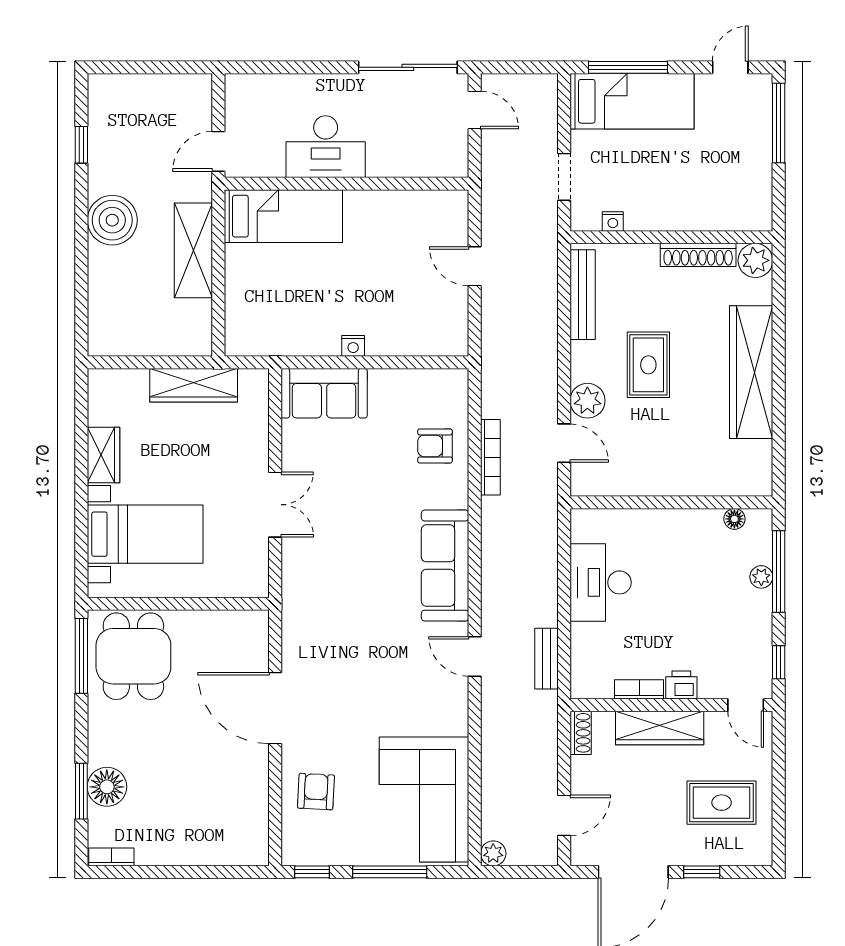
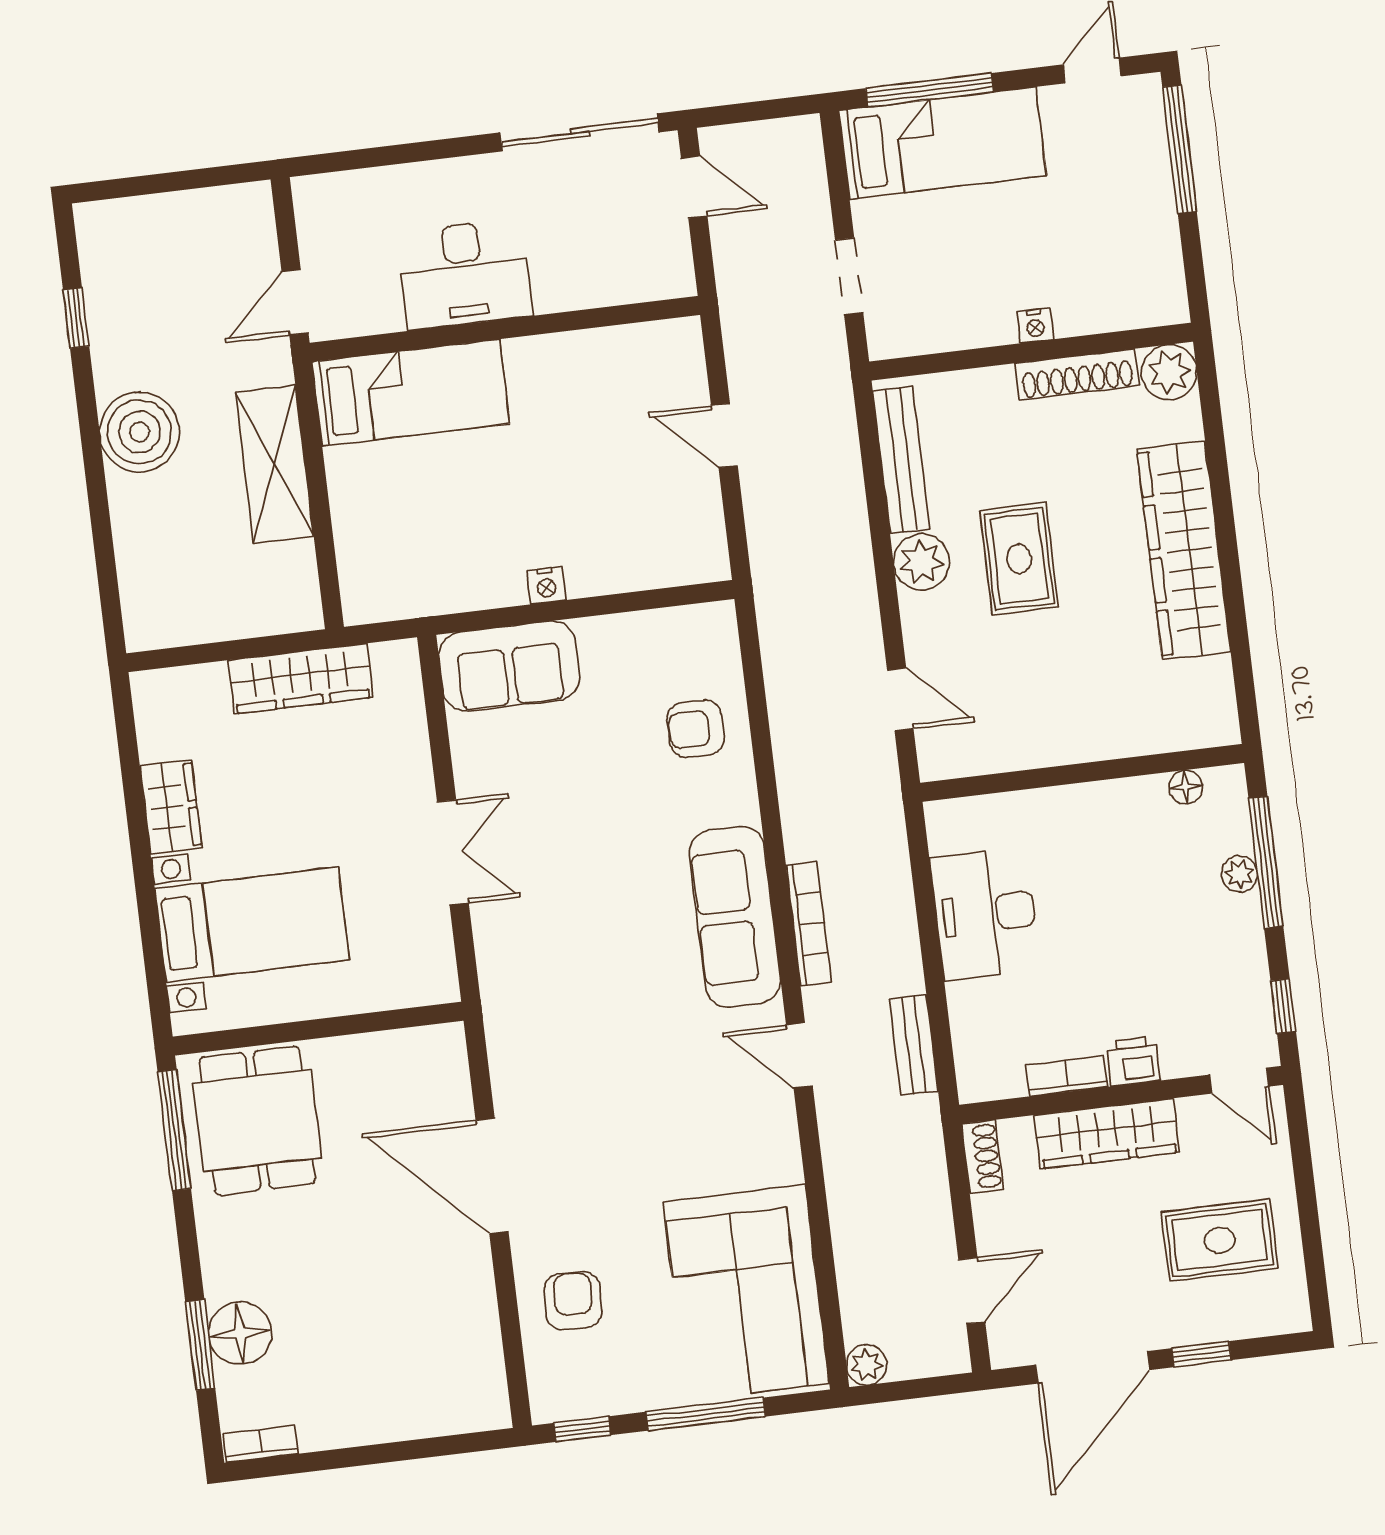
nightstand: (613, 221) -> (1035, 326), moved
plant: (587, 401) -> (921, 562), moved
bookcase: (490, 457) -> (809, 924), moved

